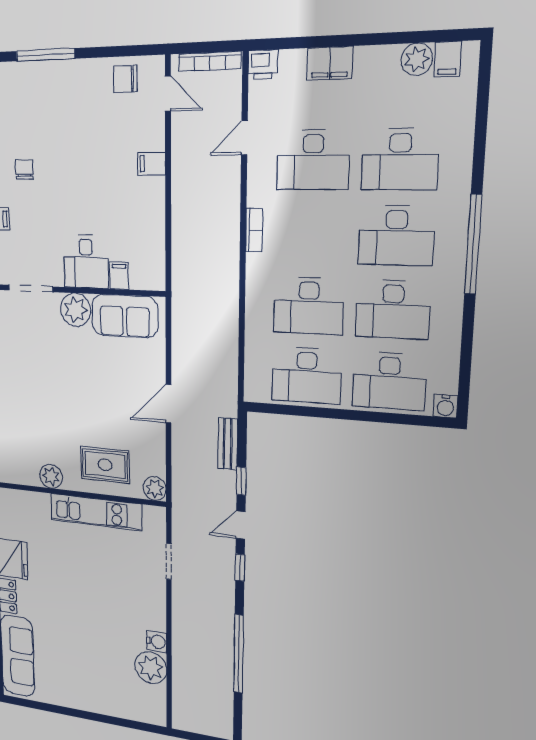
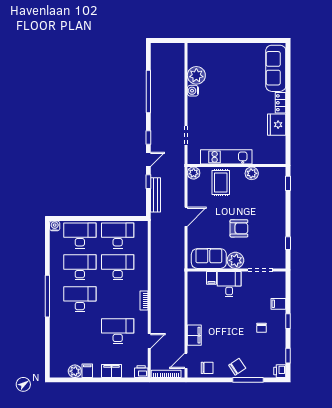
filing cabinet: (448, 59) -> (87, 371), moved
chair: (67, 84) -> (237, 367), added
door: (168, 94) -> (186, 361), hinge flipped
desk: (400, 159) -> (80, 331), removed
filing cabinet: (152, 164) -> (194, 335), width x2.00
armchair: (71, 373) -> (239, 228), added
bench: (228, 444) -> (155, 195), width x1.36
rug: (105, 465) -> (221, 183), turned 90

